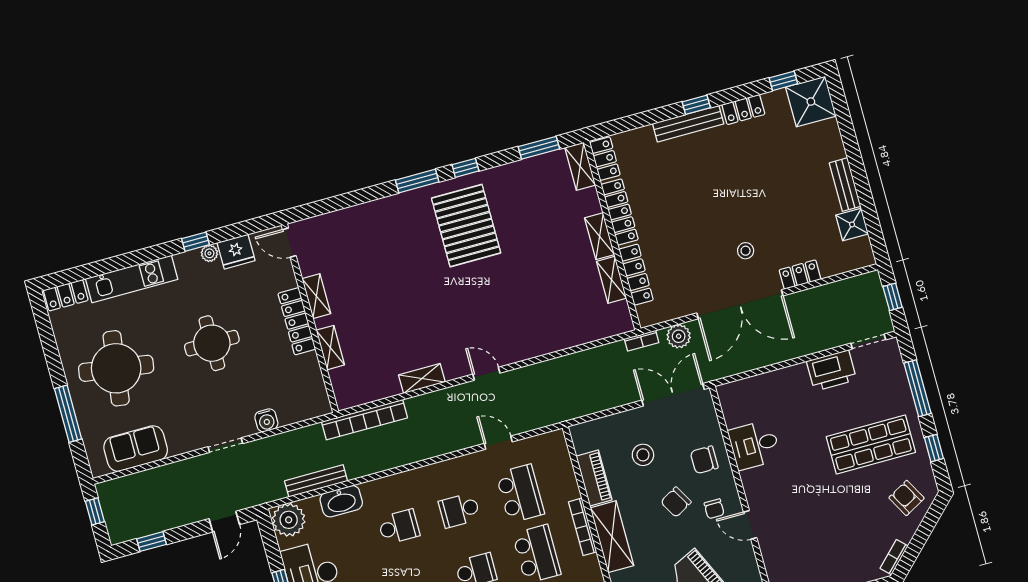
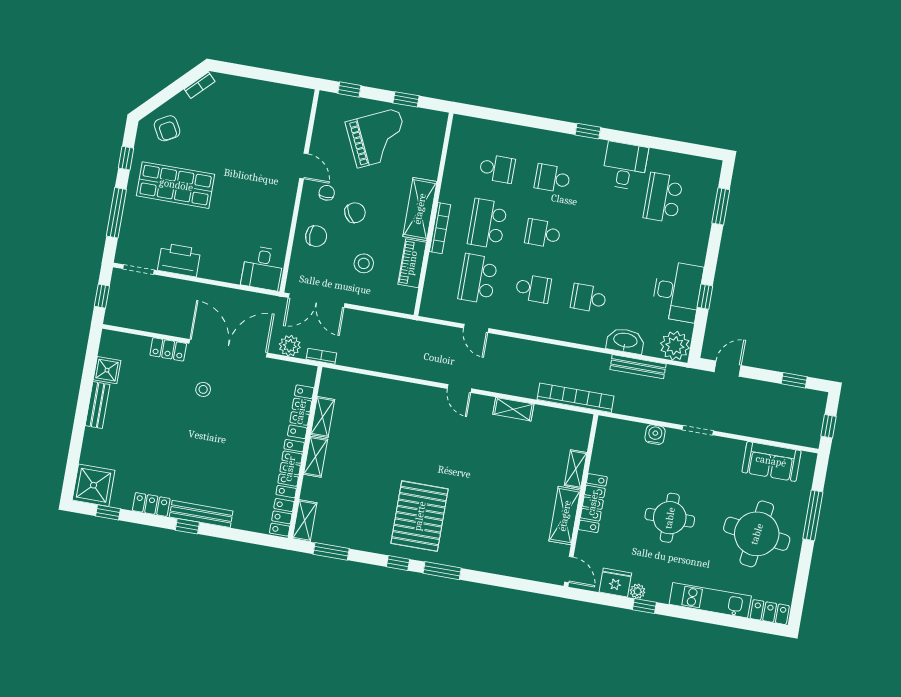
shelving: (316, 296) -> (565, 516), width x1.50, depth x1.33
desk: (754, 445) -> (262, 268), moved, turned 90

